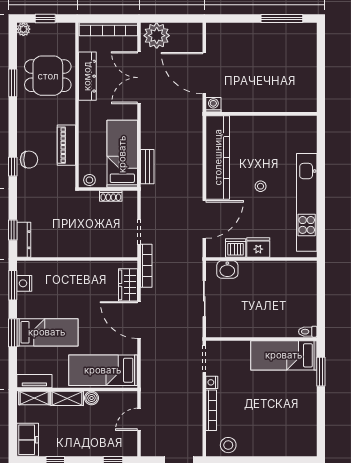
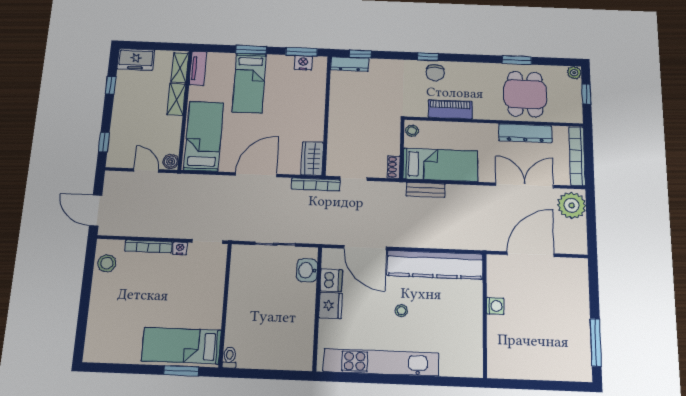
washing machine: (213, 105) -> (495, 306), moved
shoe rack: (111, 196) -> (394, 167), moved
wardrobe: (128, 285) -> (312, 159), moved, turned -90
bed: (284, 355) -> (181, 346), moved, turned -90
boiler: (92, 398) -> (171, 161), moved

